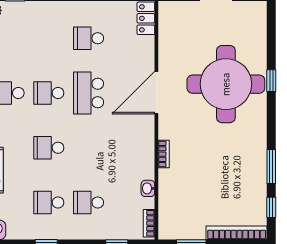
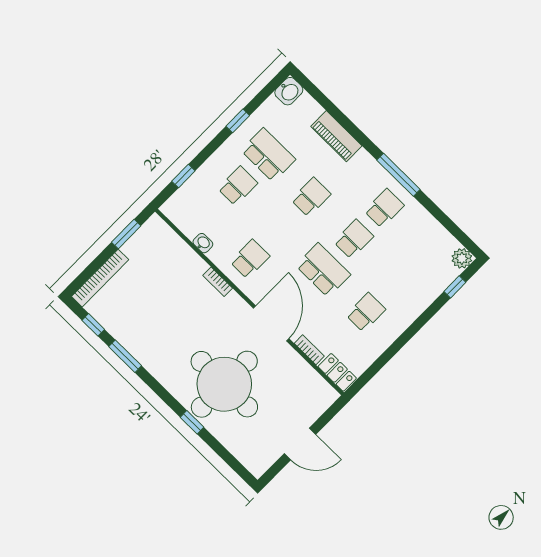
school desk: (128, 148) -> (250, 259), added
school desk: (49, 202) -> (268, 155), width x1.85
bookcase: (149, 223) -> (309, 350), moved

